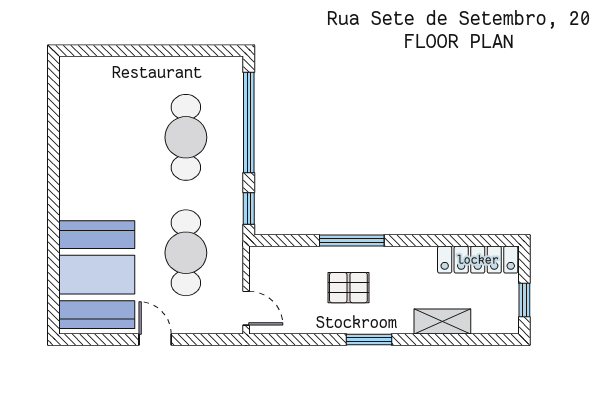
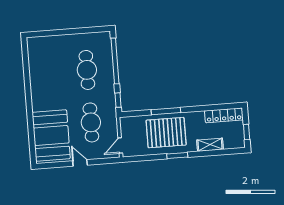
pallet: (348, 288) -> (166, 133), width x2.05, depth x2.00
door: (246, 308) -> (120, 146), swing flipped

